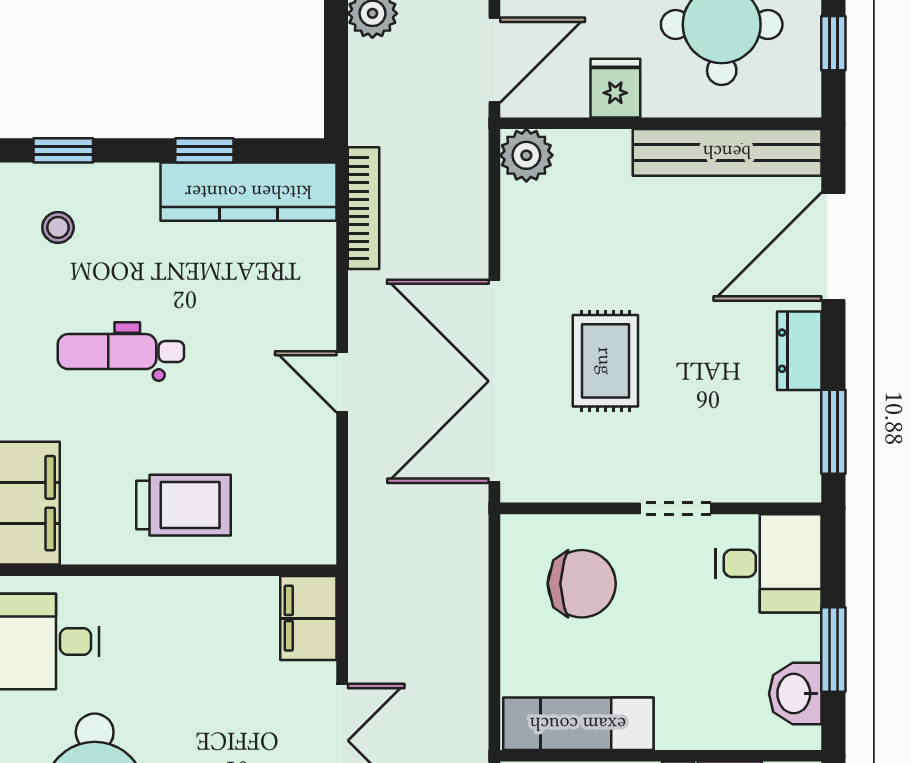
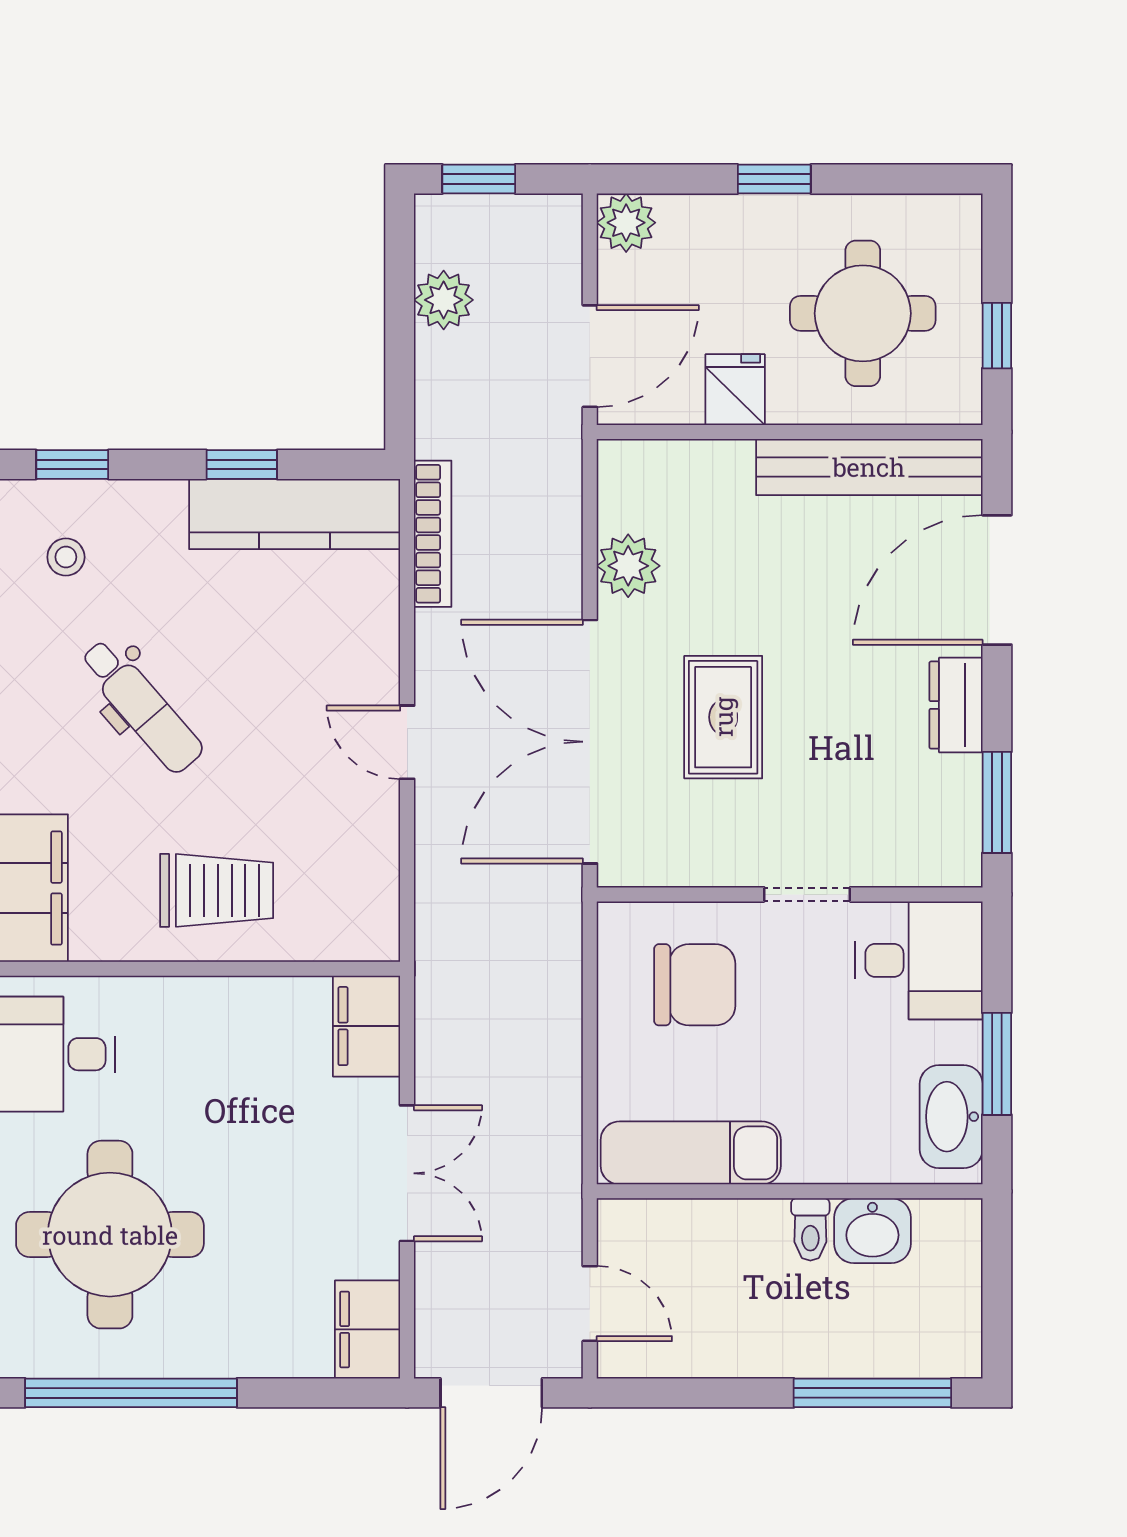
plant: (526, 155) -> (628, 566), moved
dental chair: (121, 352) -> (141, 706), turned -131
washbasin: (795, 694) -> (951, 1117), width x1.38

